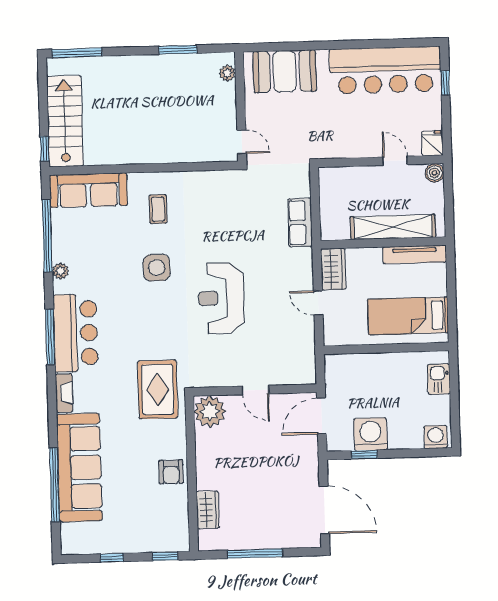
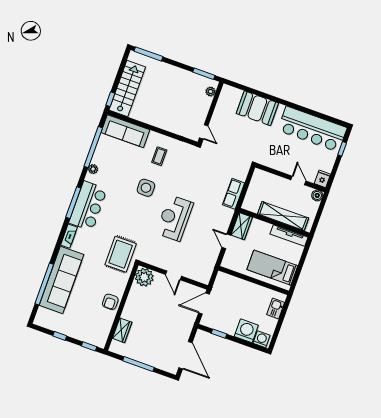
plant: (227, 73) -> (211, 92), moved
wall: (241, 107) -> (211, 113), moved
door: (242, 142) -> (204, 132), moved
washing machine: (370, 434) -> (246, 331), moved

